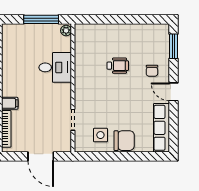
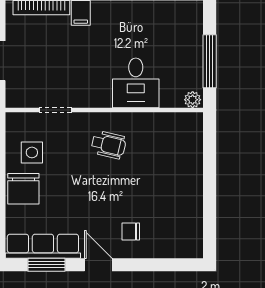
window: (174, 46) -> (46, 265), moved
wheelchair: (118, 66) -> (108, 145), moved, turned -77
door: (174, 92) -> (98, 265), hinge flipped

